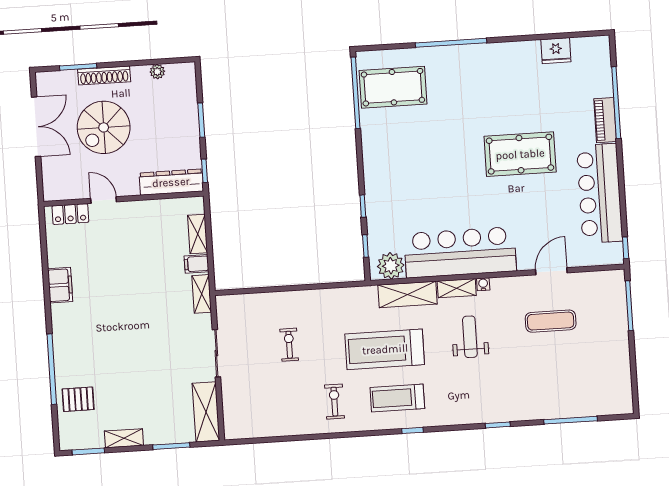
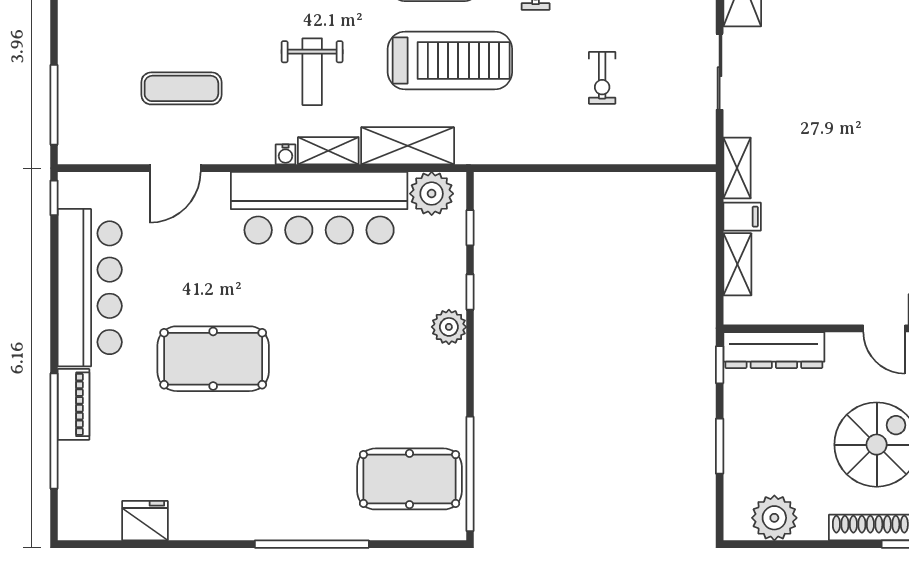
plant: (157, 72) -> (774, 518), width x1.87, depth x1.87
plant: (375, 183) -> (449, 327), added

